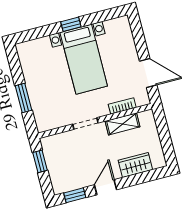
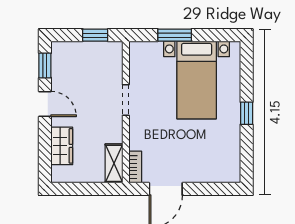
bed with nightstands: (84, 59) -> (197, 80), moved, turned -90
bookcase: (122, 106) -> (135, 167), moved
shelving: (122, 124) -> (114, 163), moved

